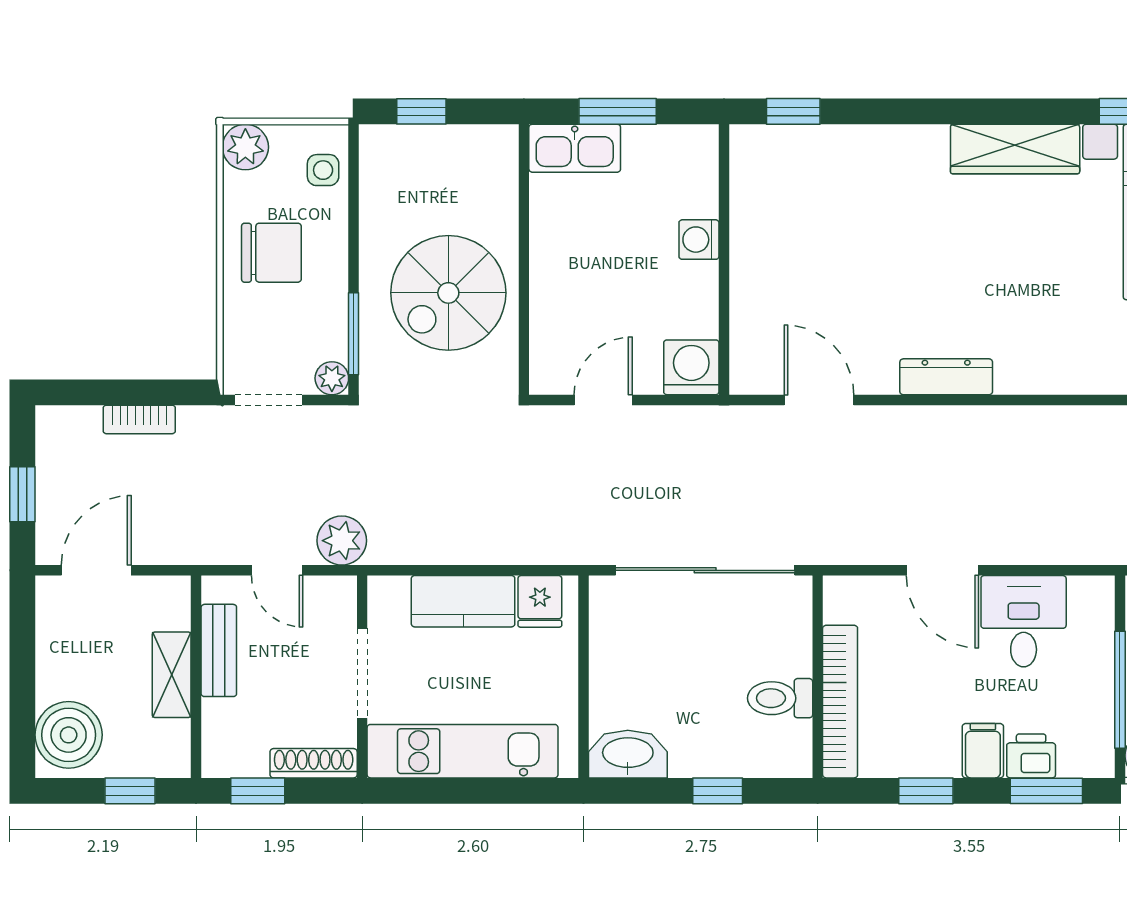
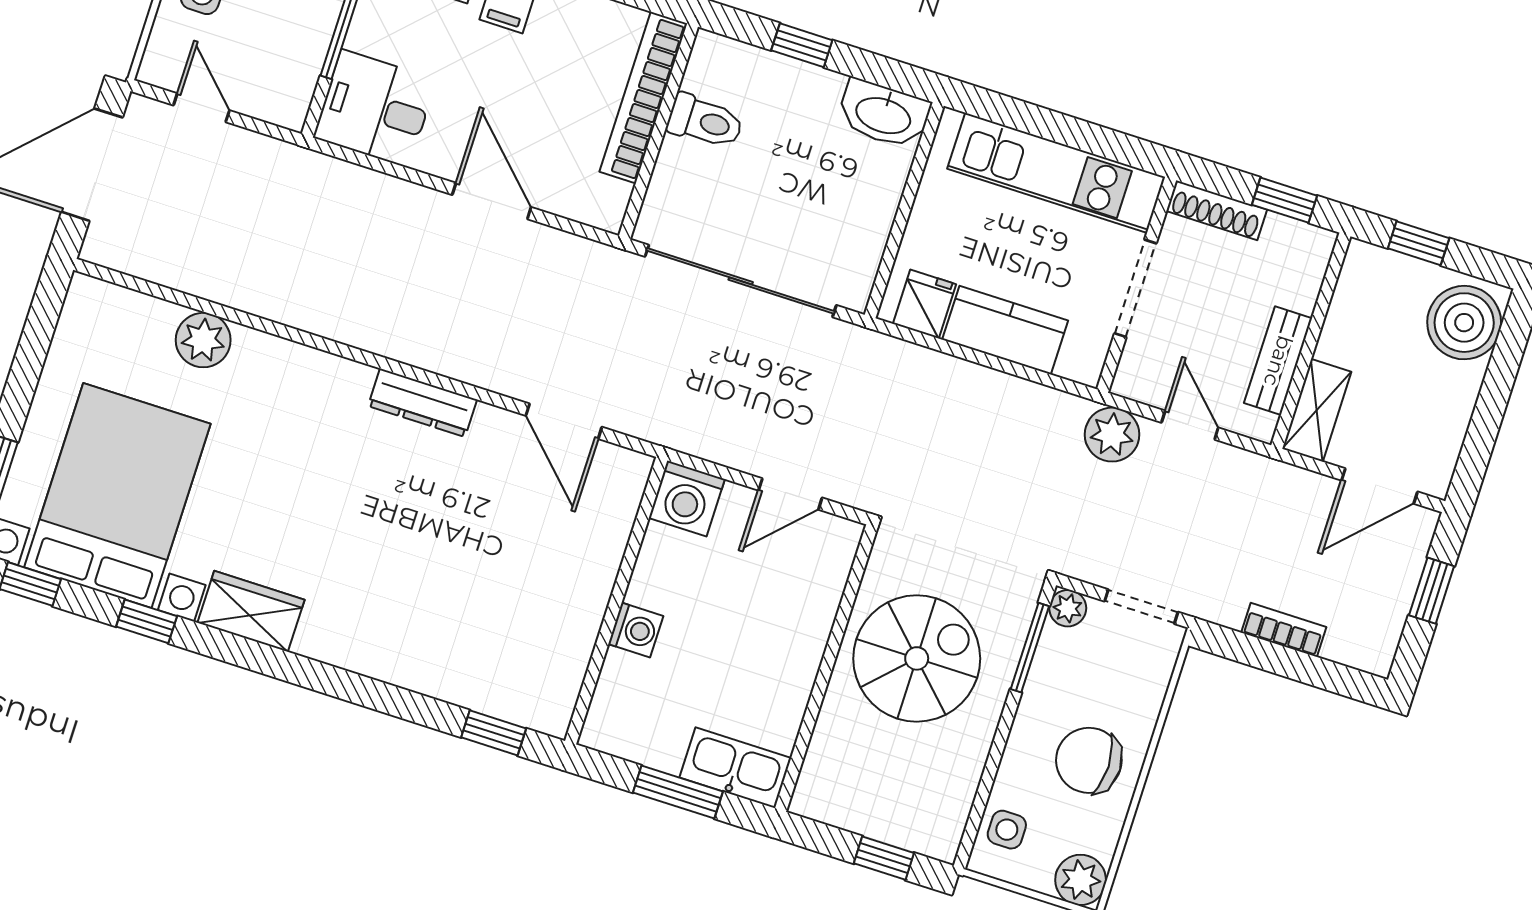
wardrobe: (1015, 149) -> (251, 611), width x0.67
desk: (1024, 621) -> (375, 108), moved, turned 90
shelving: (172, 675) -> (1317, 410), moved

